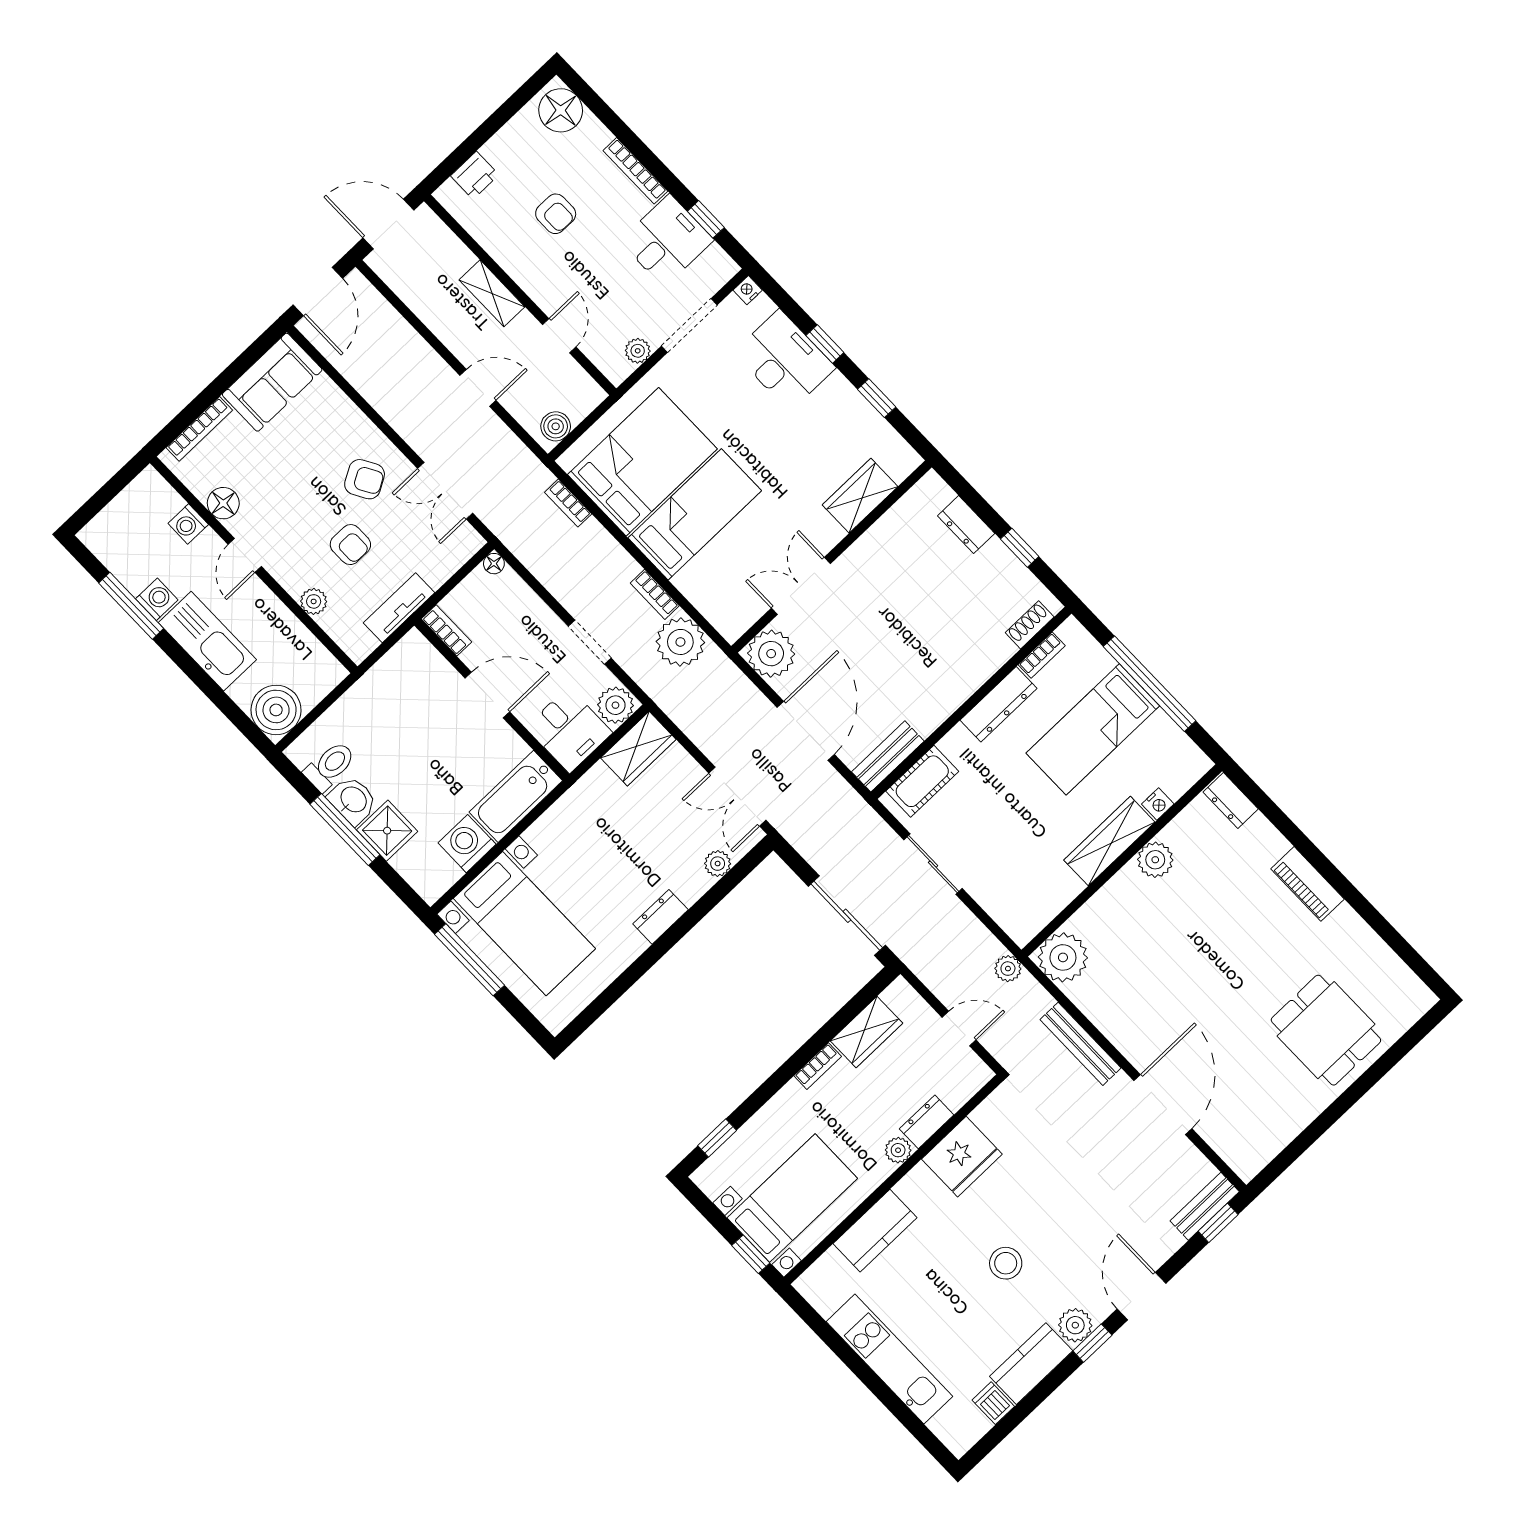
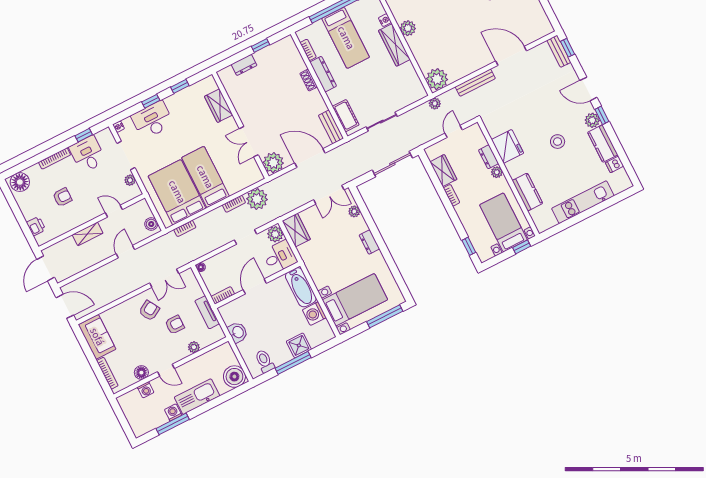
shoe rack: (1030, 625) -> (309, 80), moved
washbasin: (353, 800) -> (238, 332), moved, turned 90
window: (469, 960) -> (385, 316), moved

